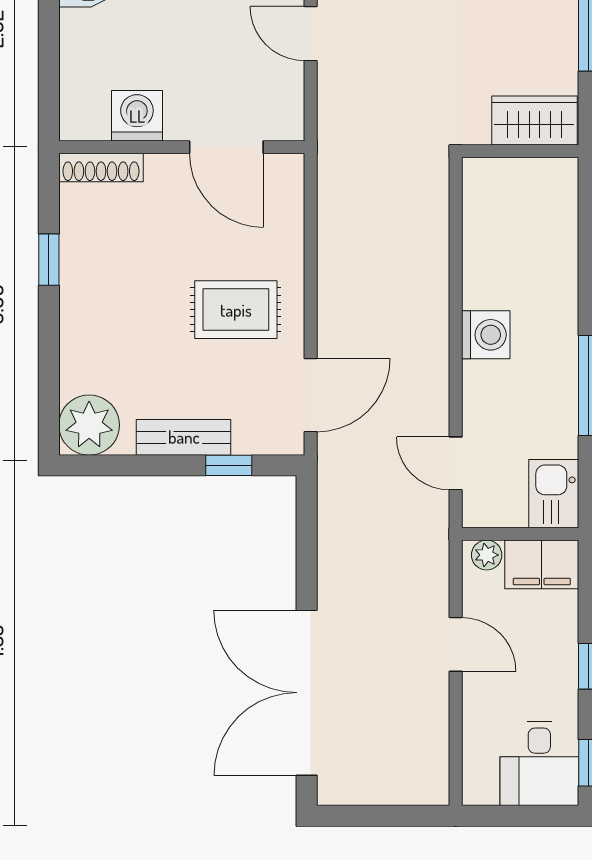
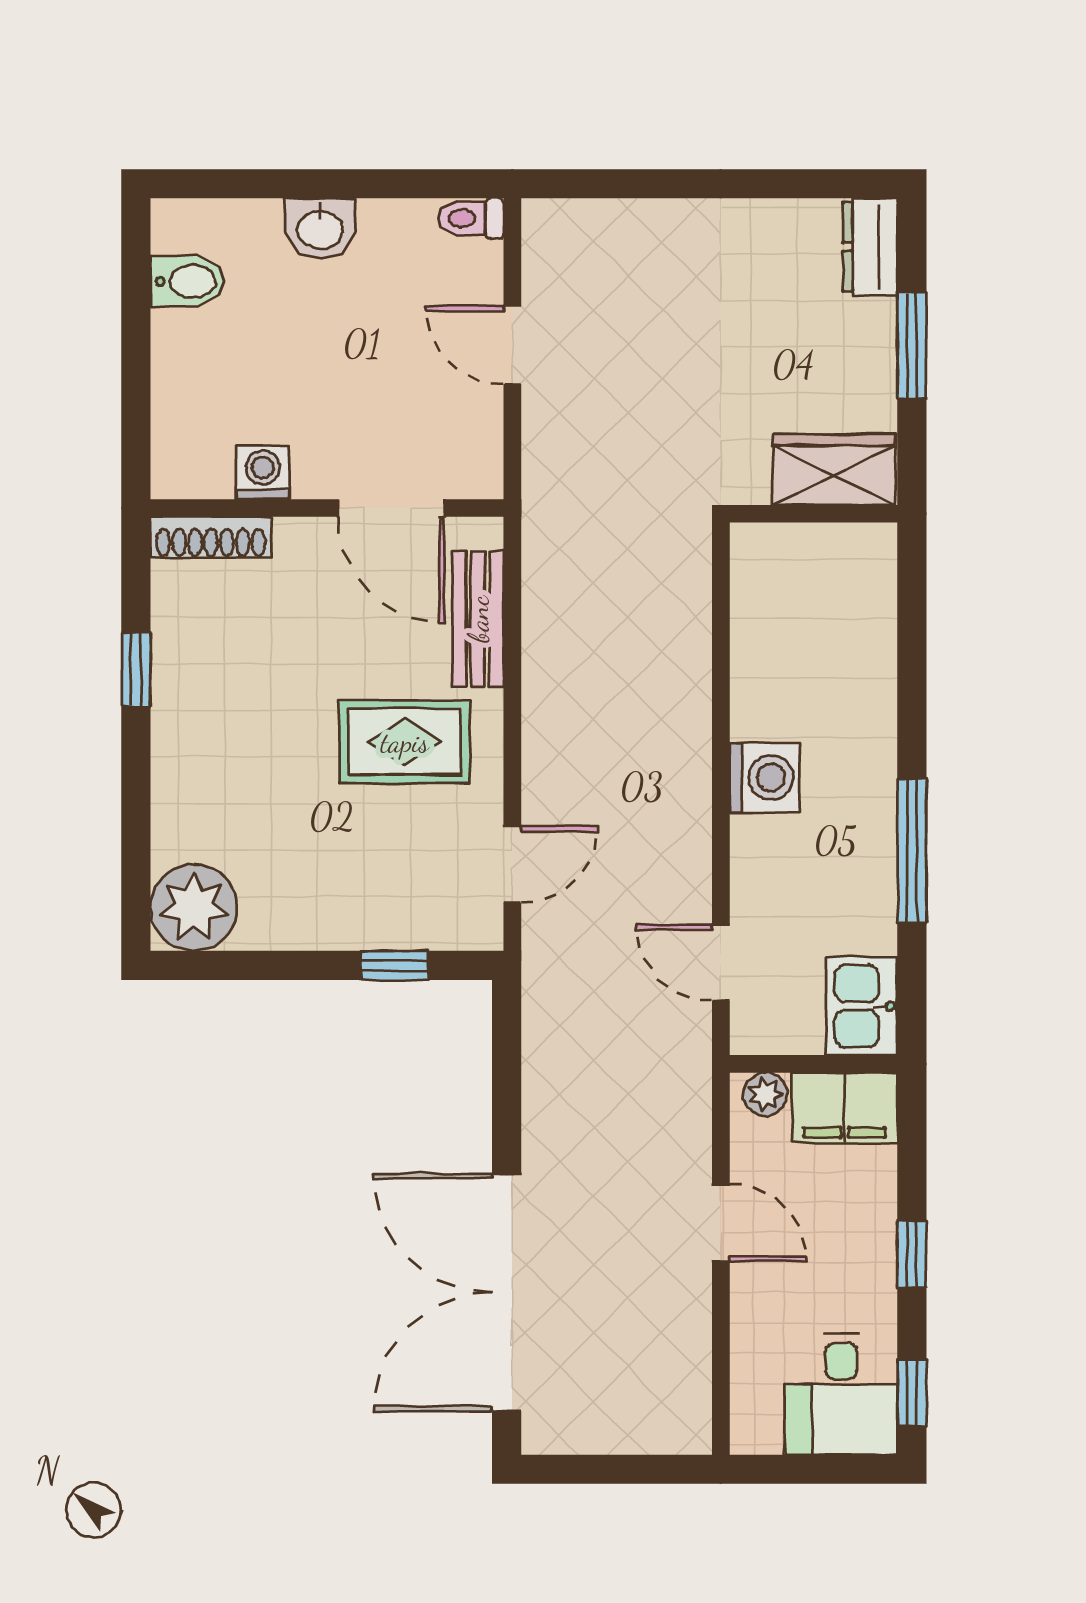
washing machine: (137, 116) -> (263, 473), width x0.73, depth x0.73
door: (311, 395) -> (512, 864), width x0.73
bench: (184, 437) -> (478, 619), moved, turned 90

